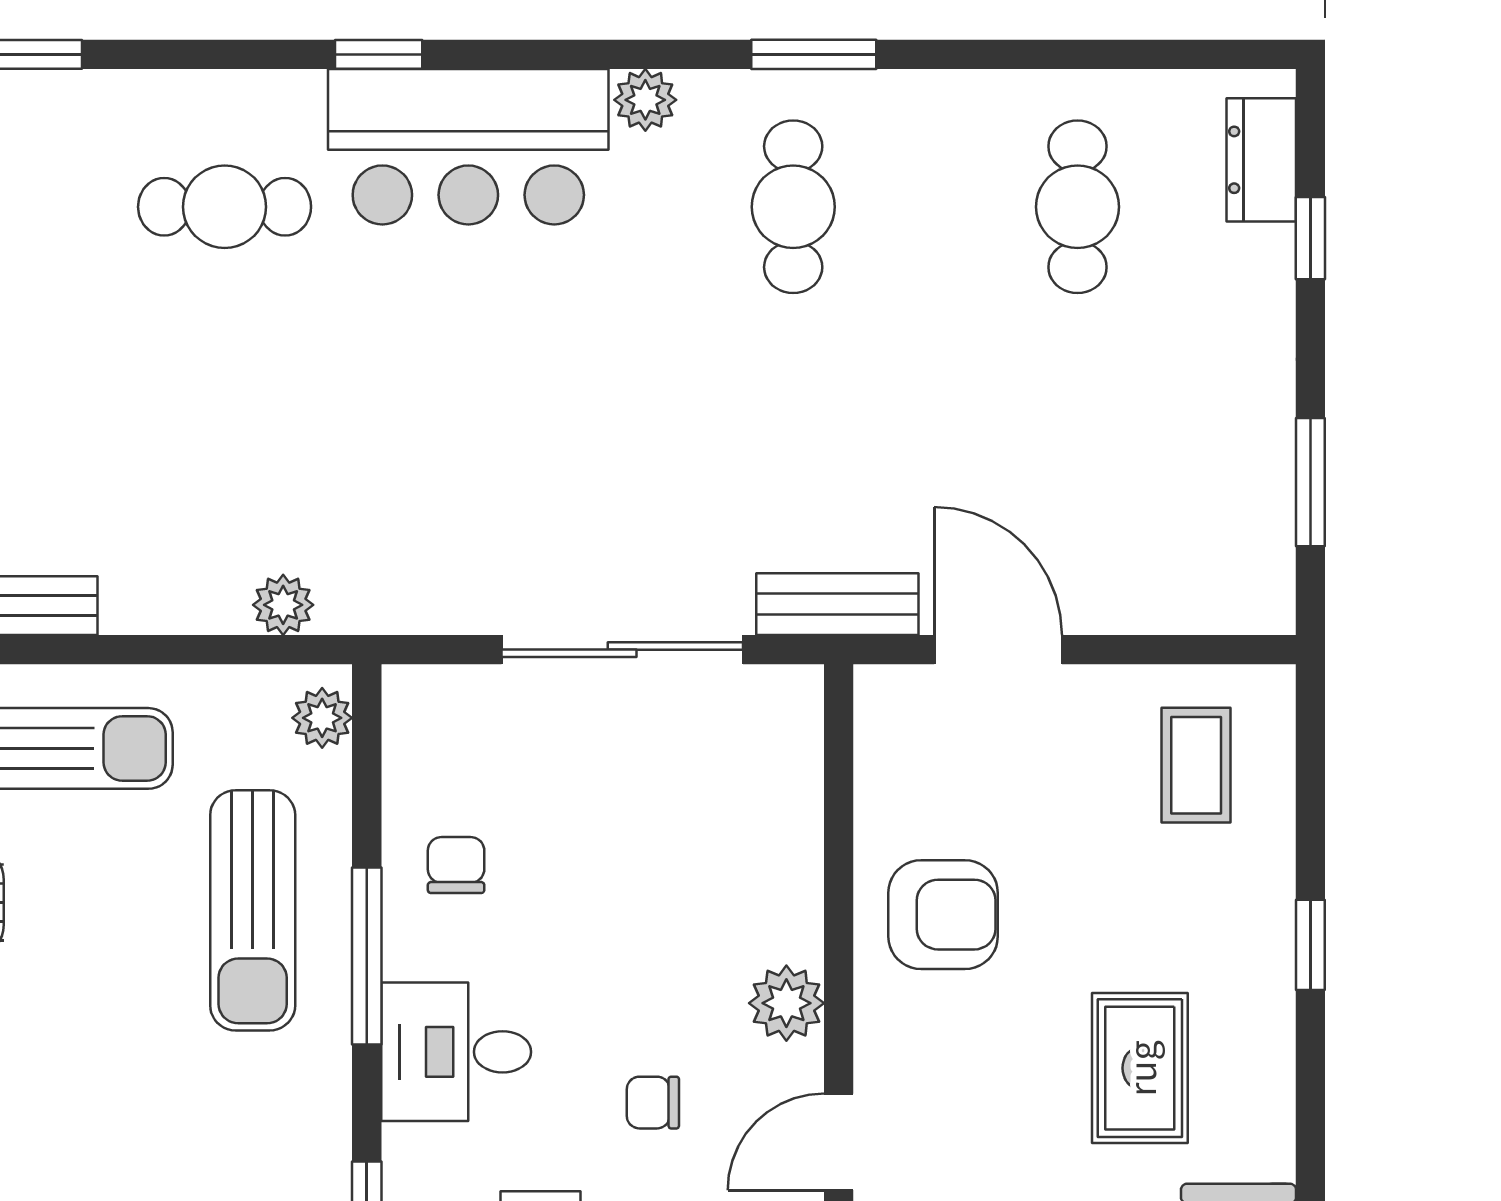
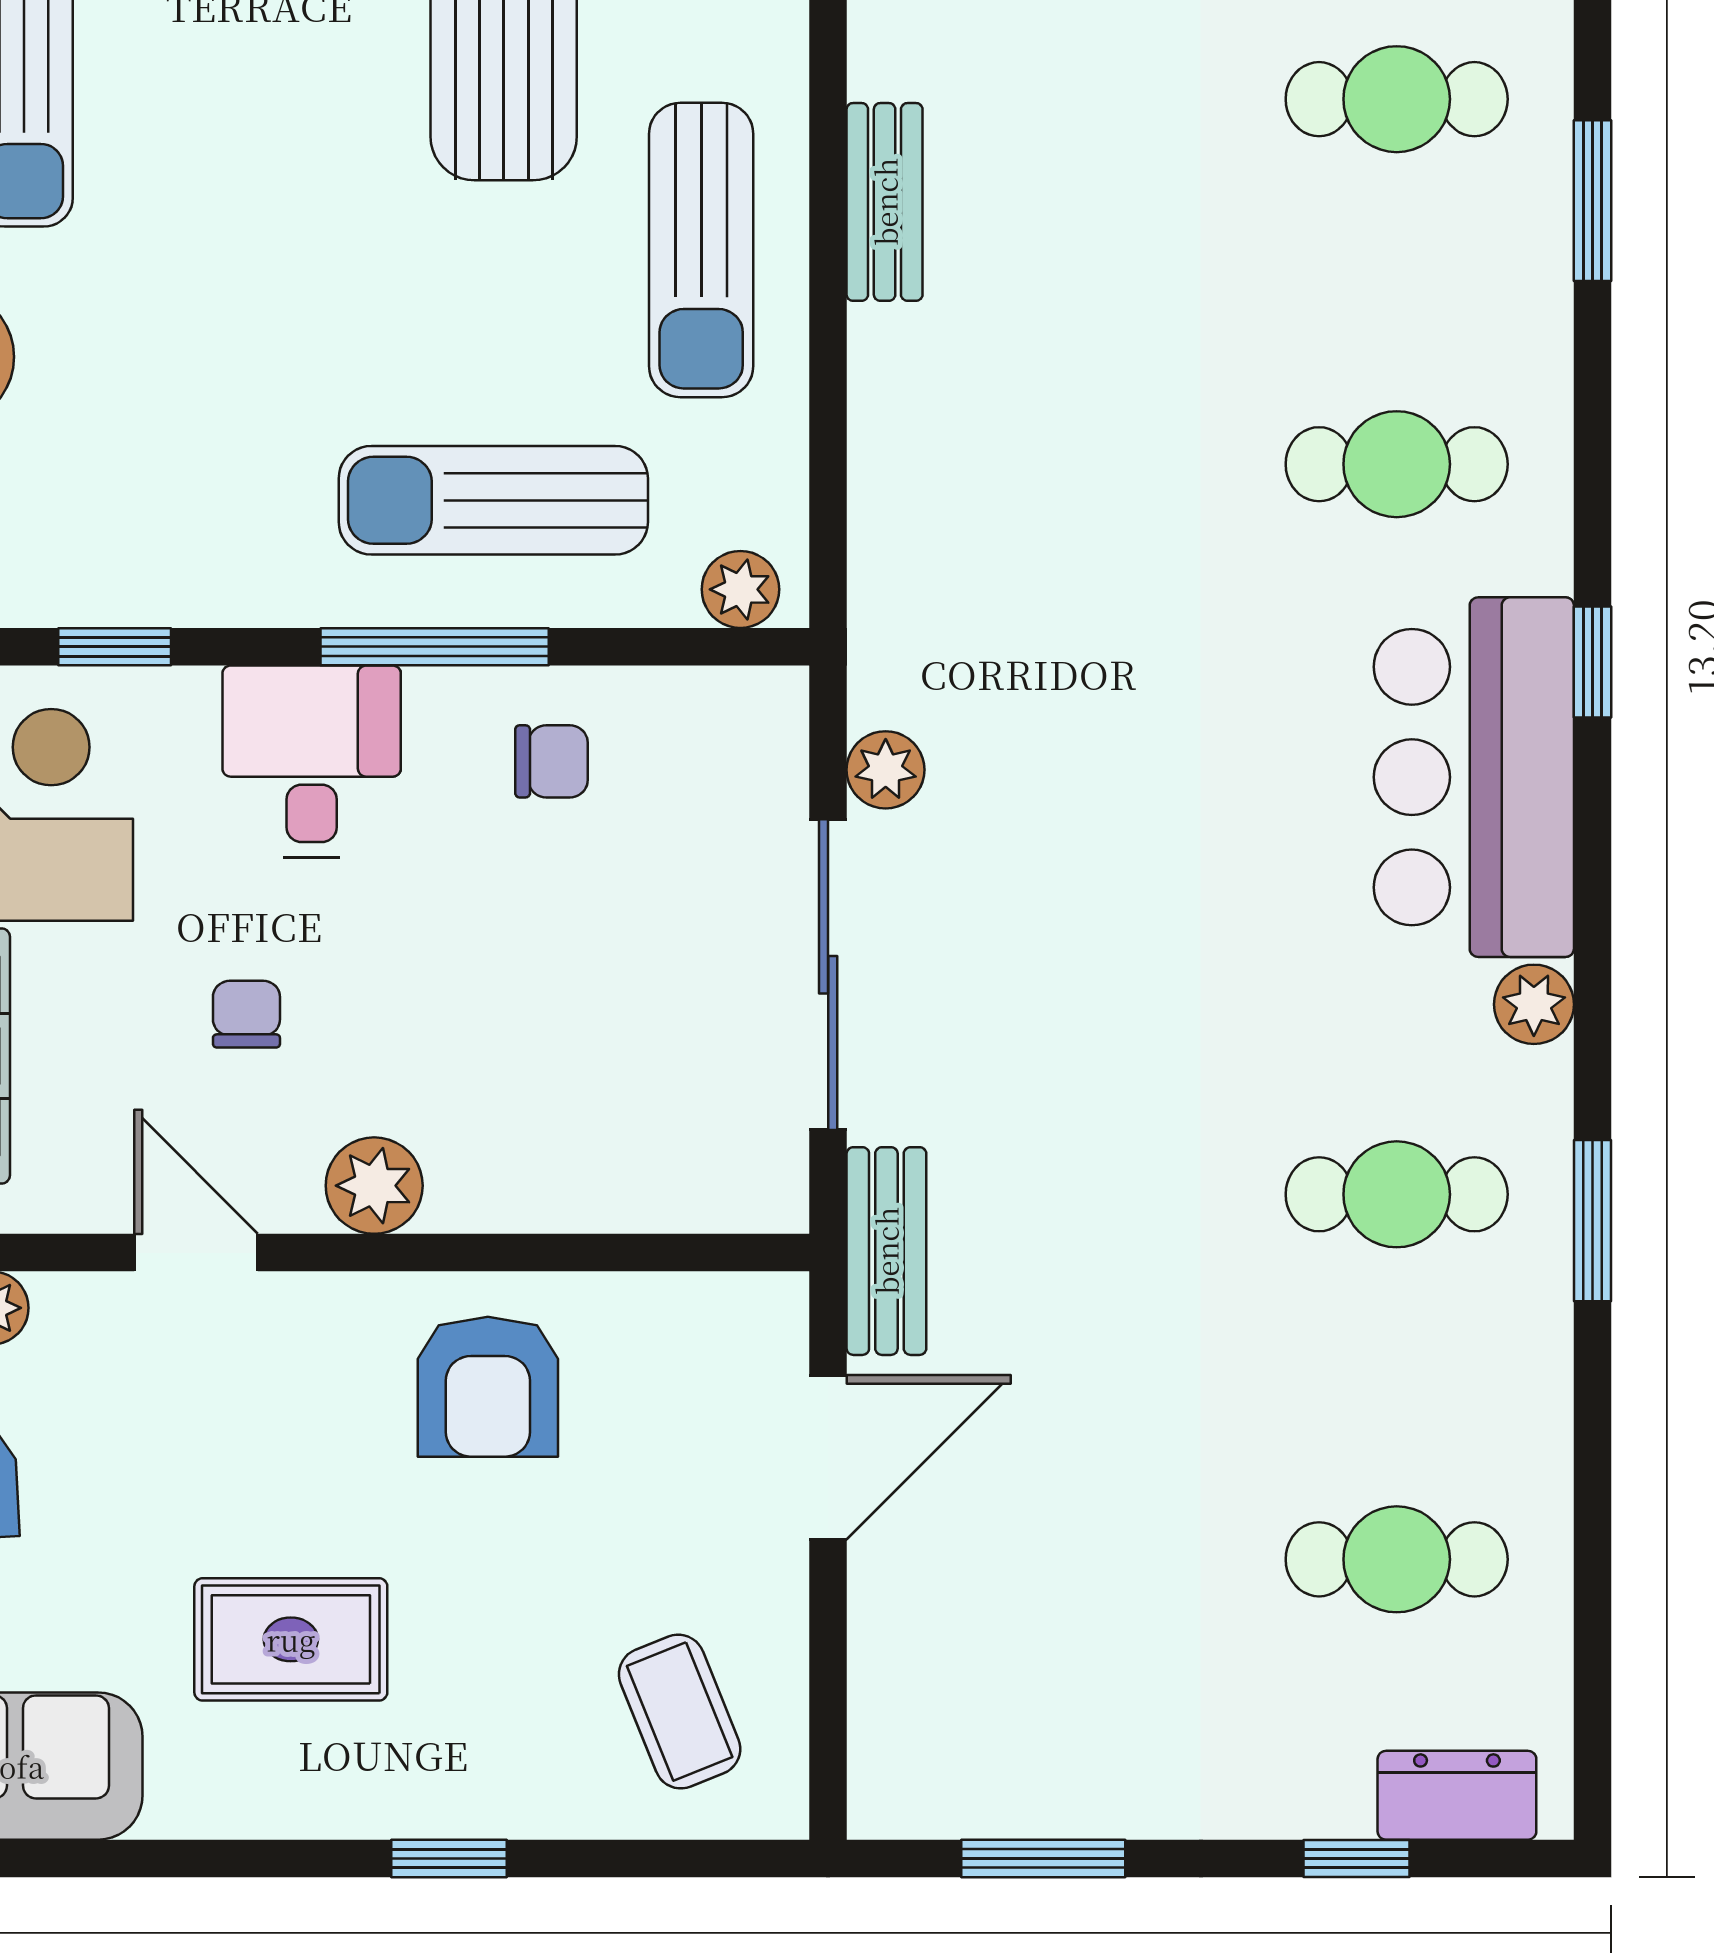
cafe table: (225, 207) -> (1397, 464), turned 90
plant: (283, 605) -> (886, 770), moved
coffee table: (1196, 765) -> (680, 1712), turned 68

